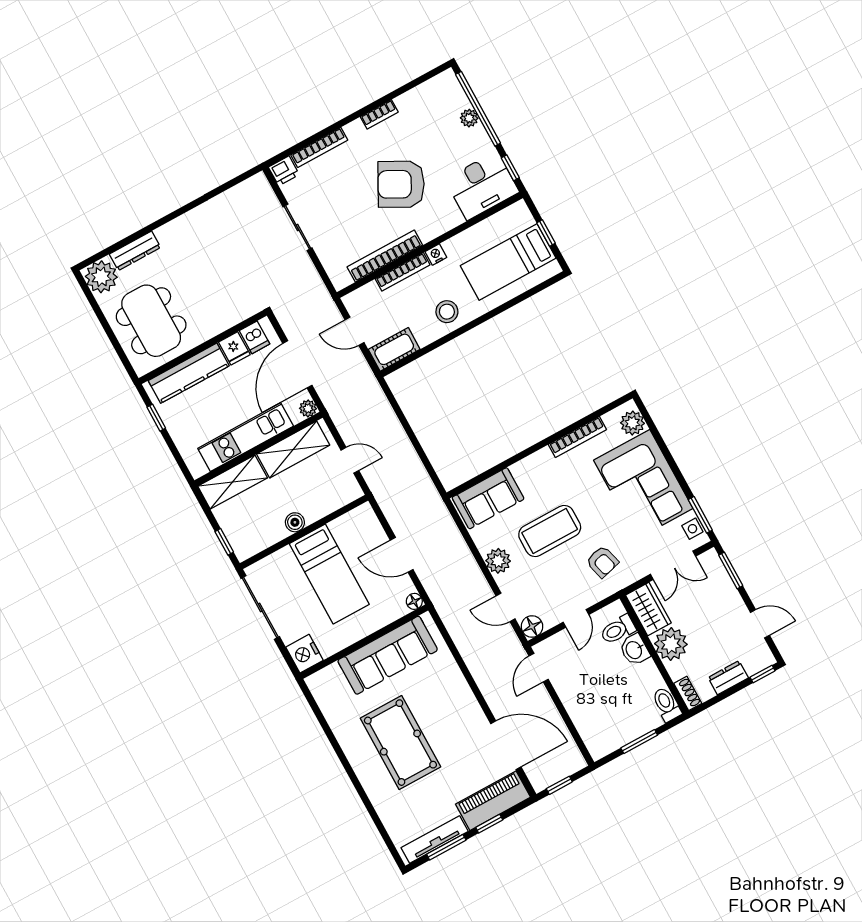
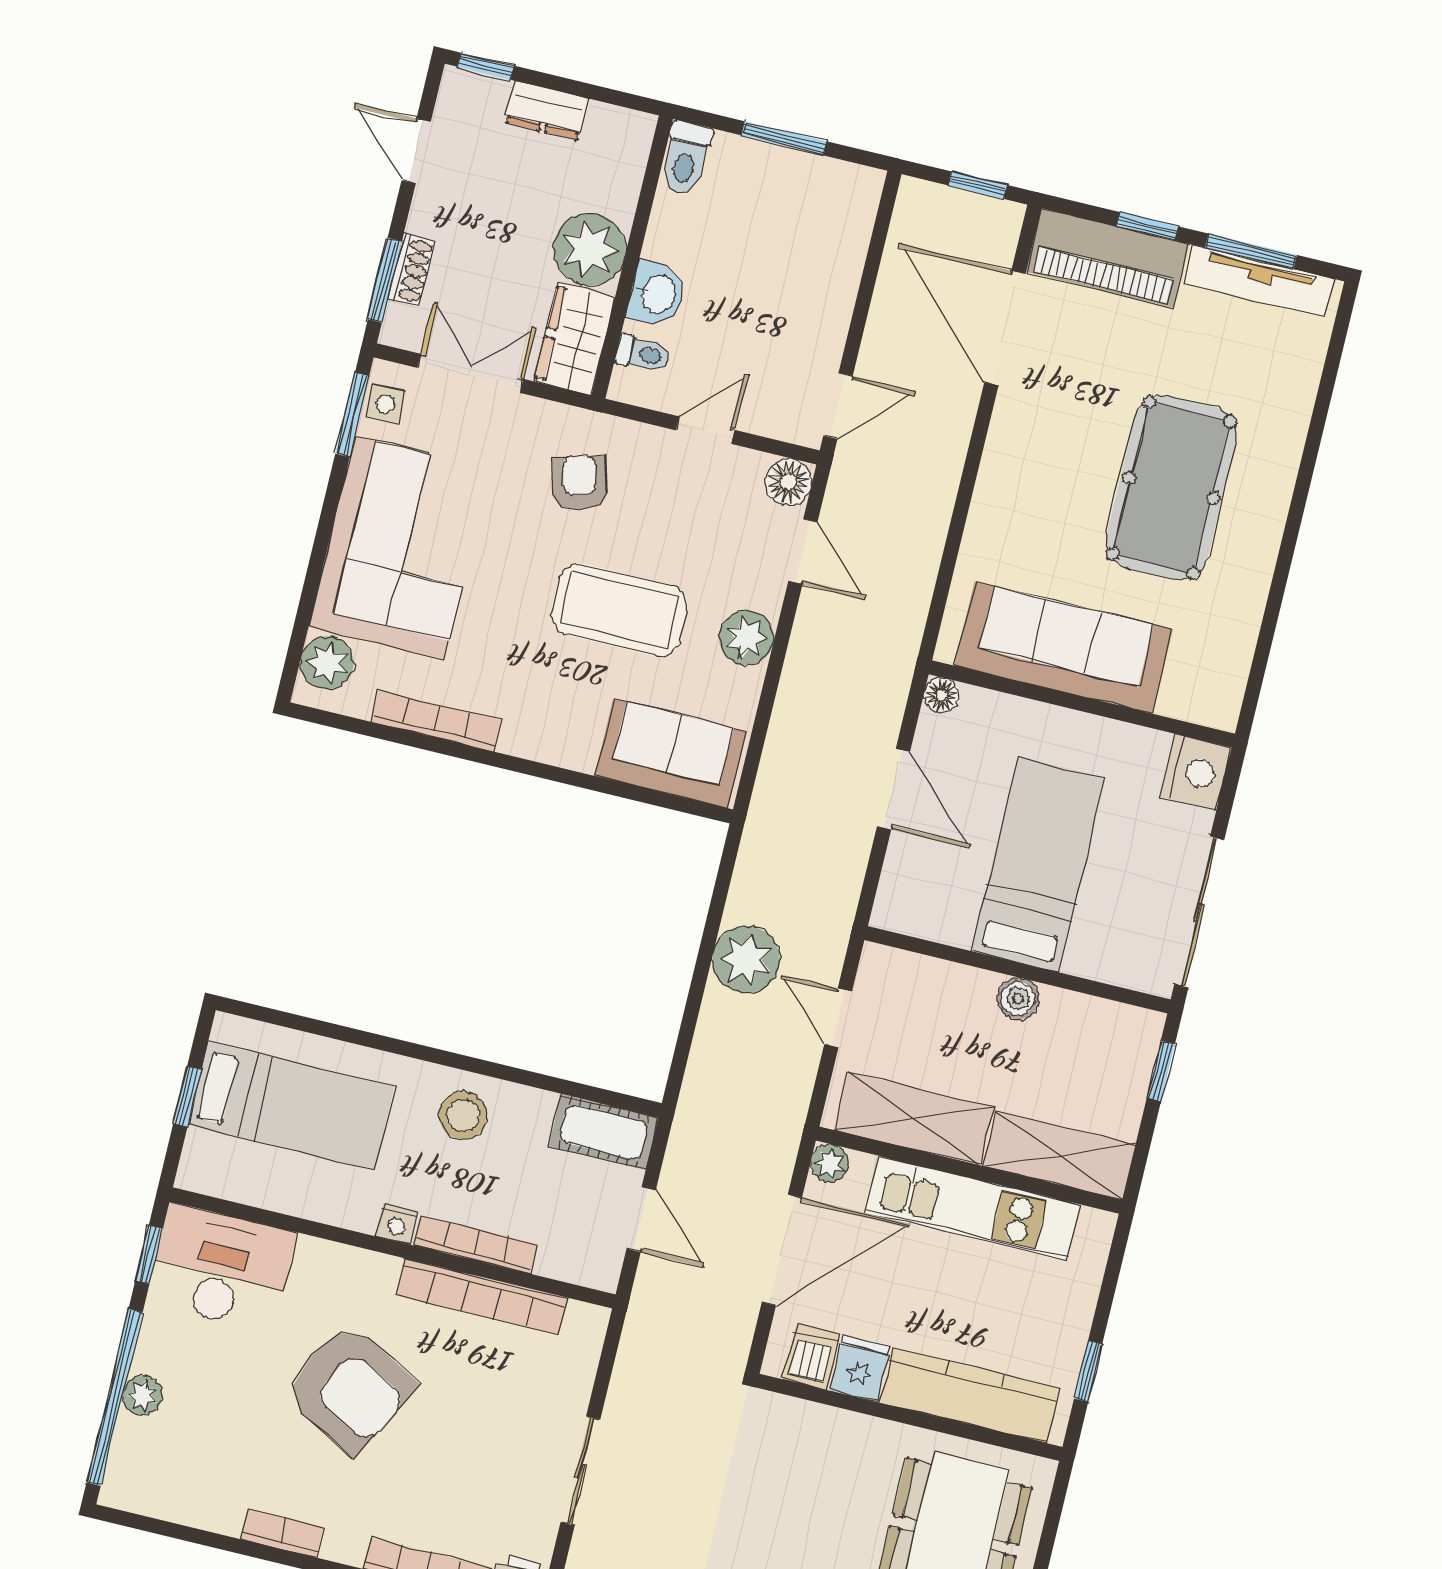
plant: (399, 452) -> (746, 960), added
toilet: (618, 630) -> (643, 354), width x0.73, depth x0.72
shoe rack: (688, 693) -> (412, 270), moved, turned 180

